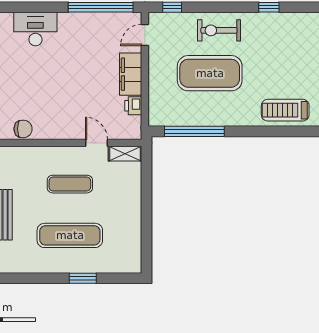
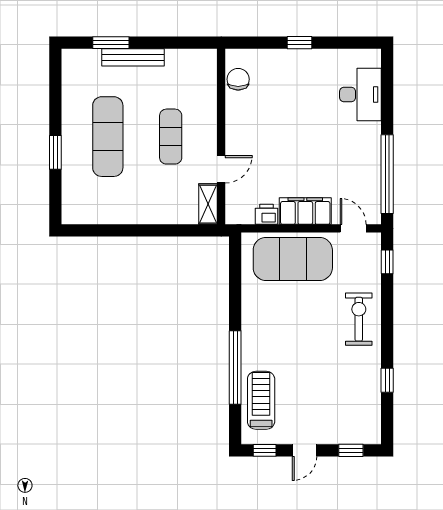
exercise mat: (210, 73) -> (293, 259), moved, turned 90
chair: (23, 129) -> (238, 79), turned 180
window: (194, 131) -> (235, 367), moved

